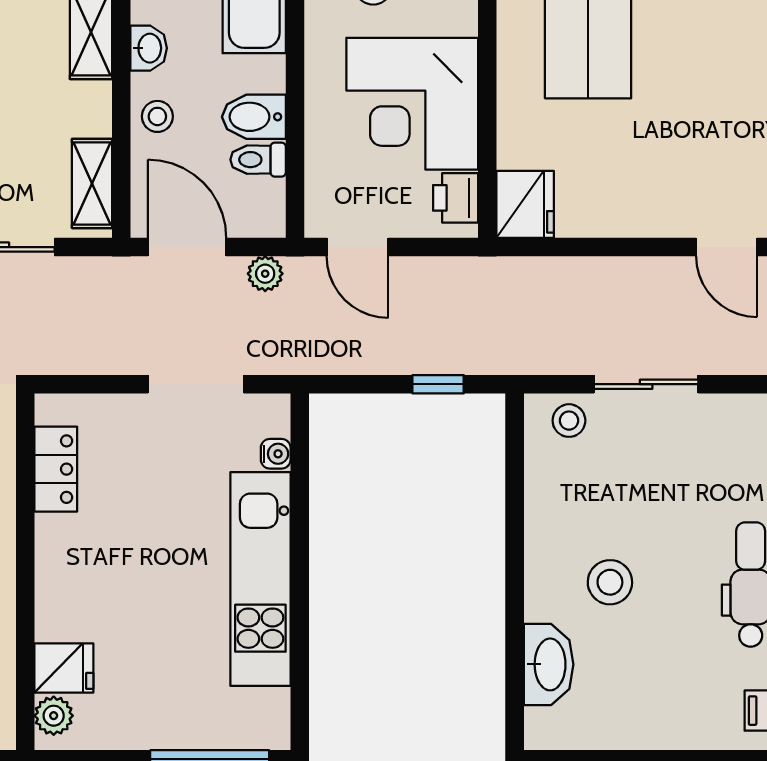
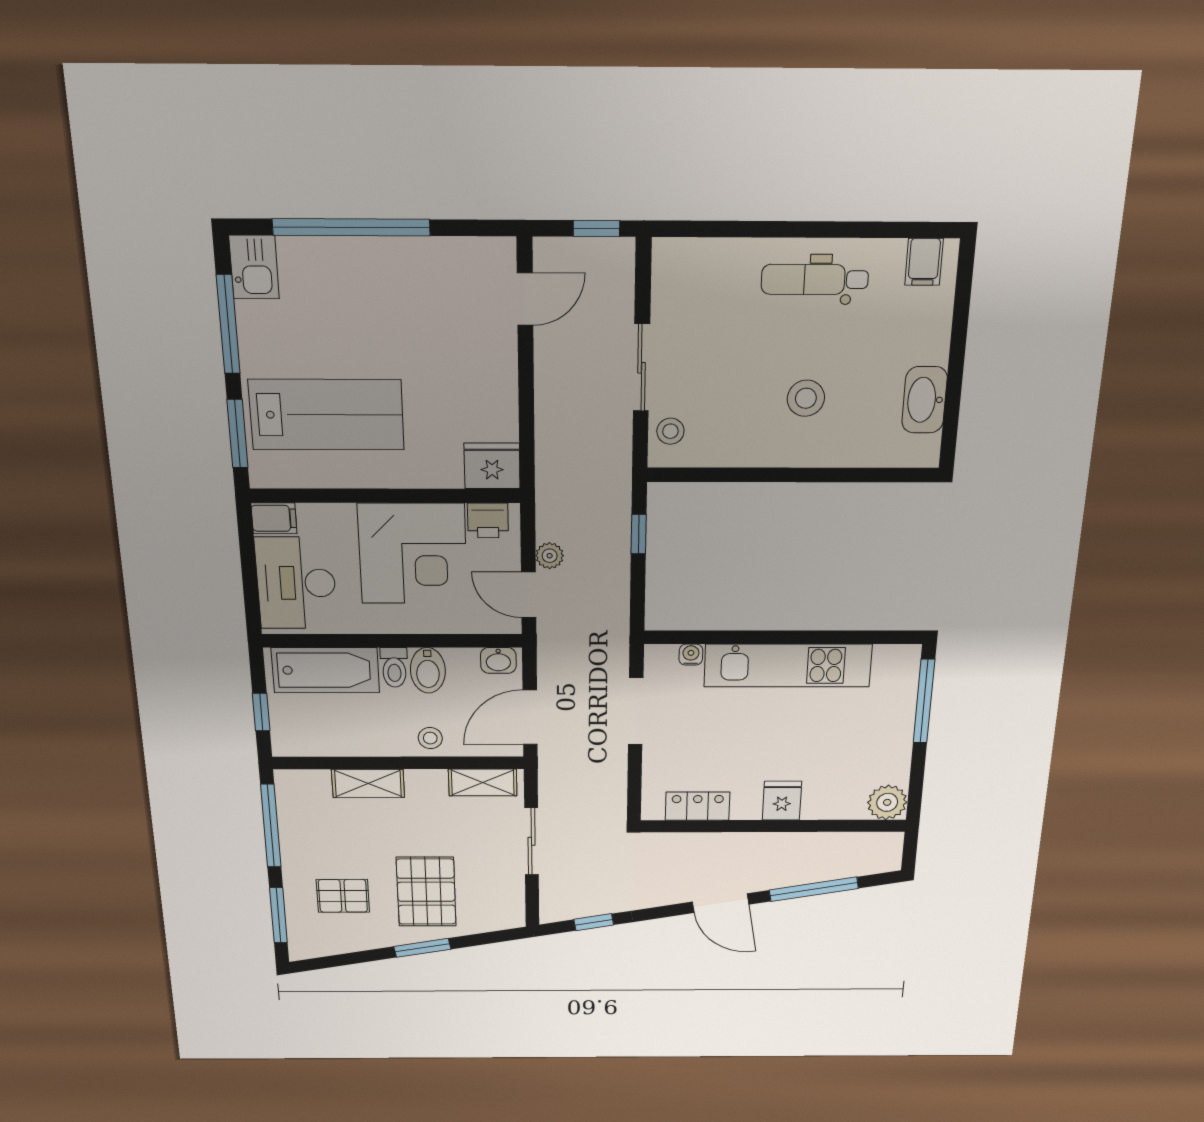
washbasin: (149, 48) -> (498, 660), moved, turned 180
toilet: (258, 160) -> (394, 667), moved
door: (357, 247) -> (529, 595), swing flipped
plant: (265, 274) -> (550, 556), moved
washbasin: (549, 664) -> (925, 400), moved, turned -90
fridge: (64, 668) -> (782, 801), moved
plant: (54, 716) -> (887, 802), width x1.38, depth x1.38

